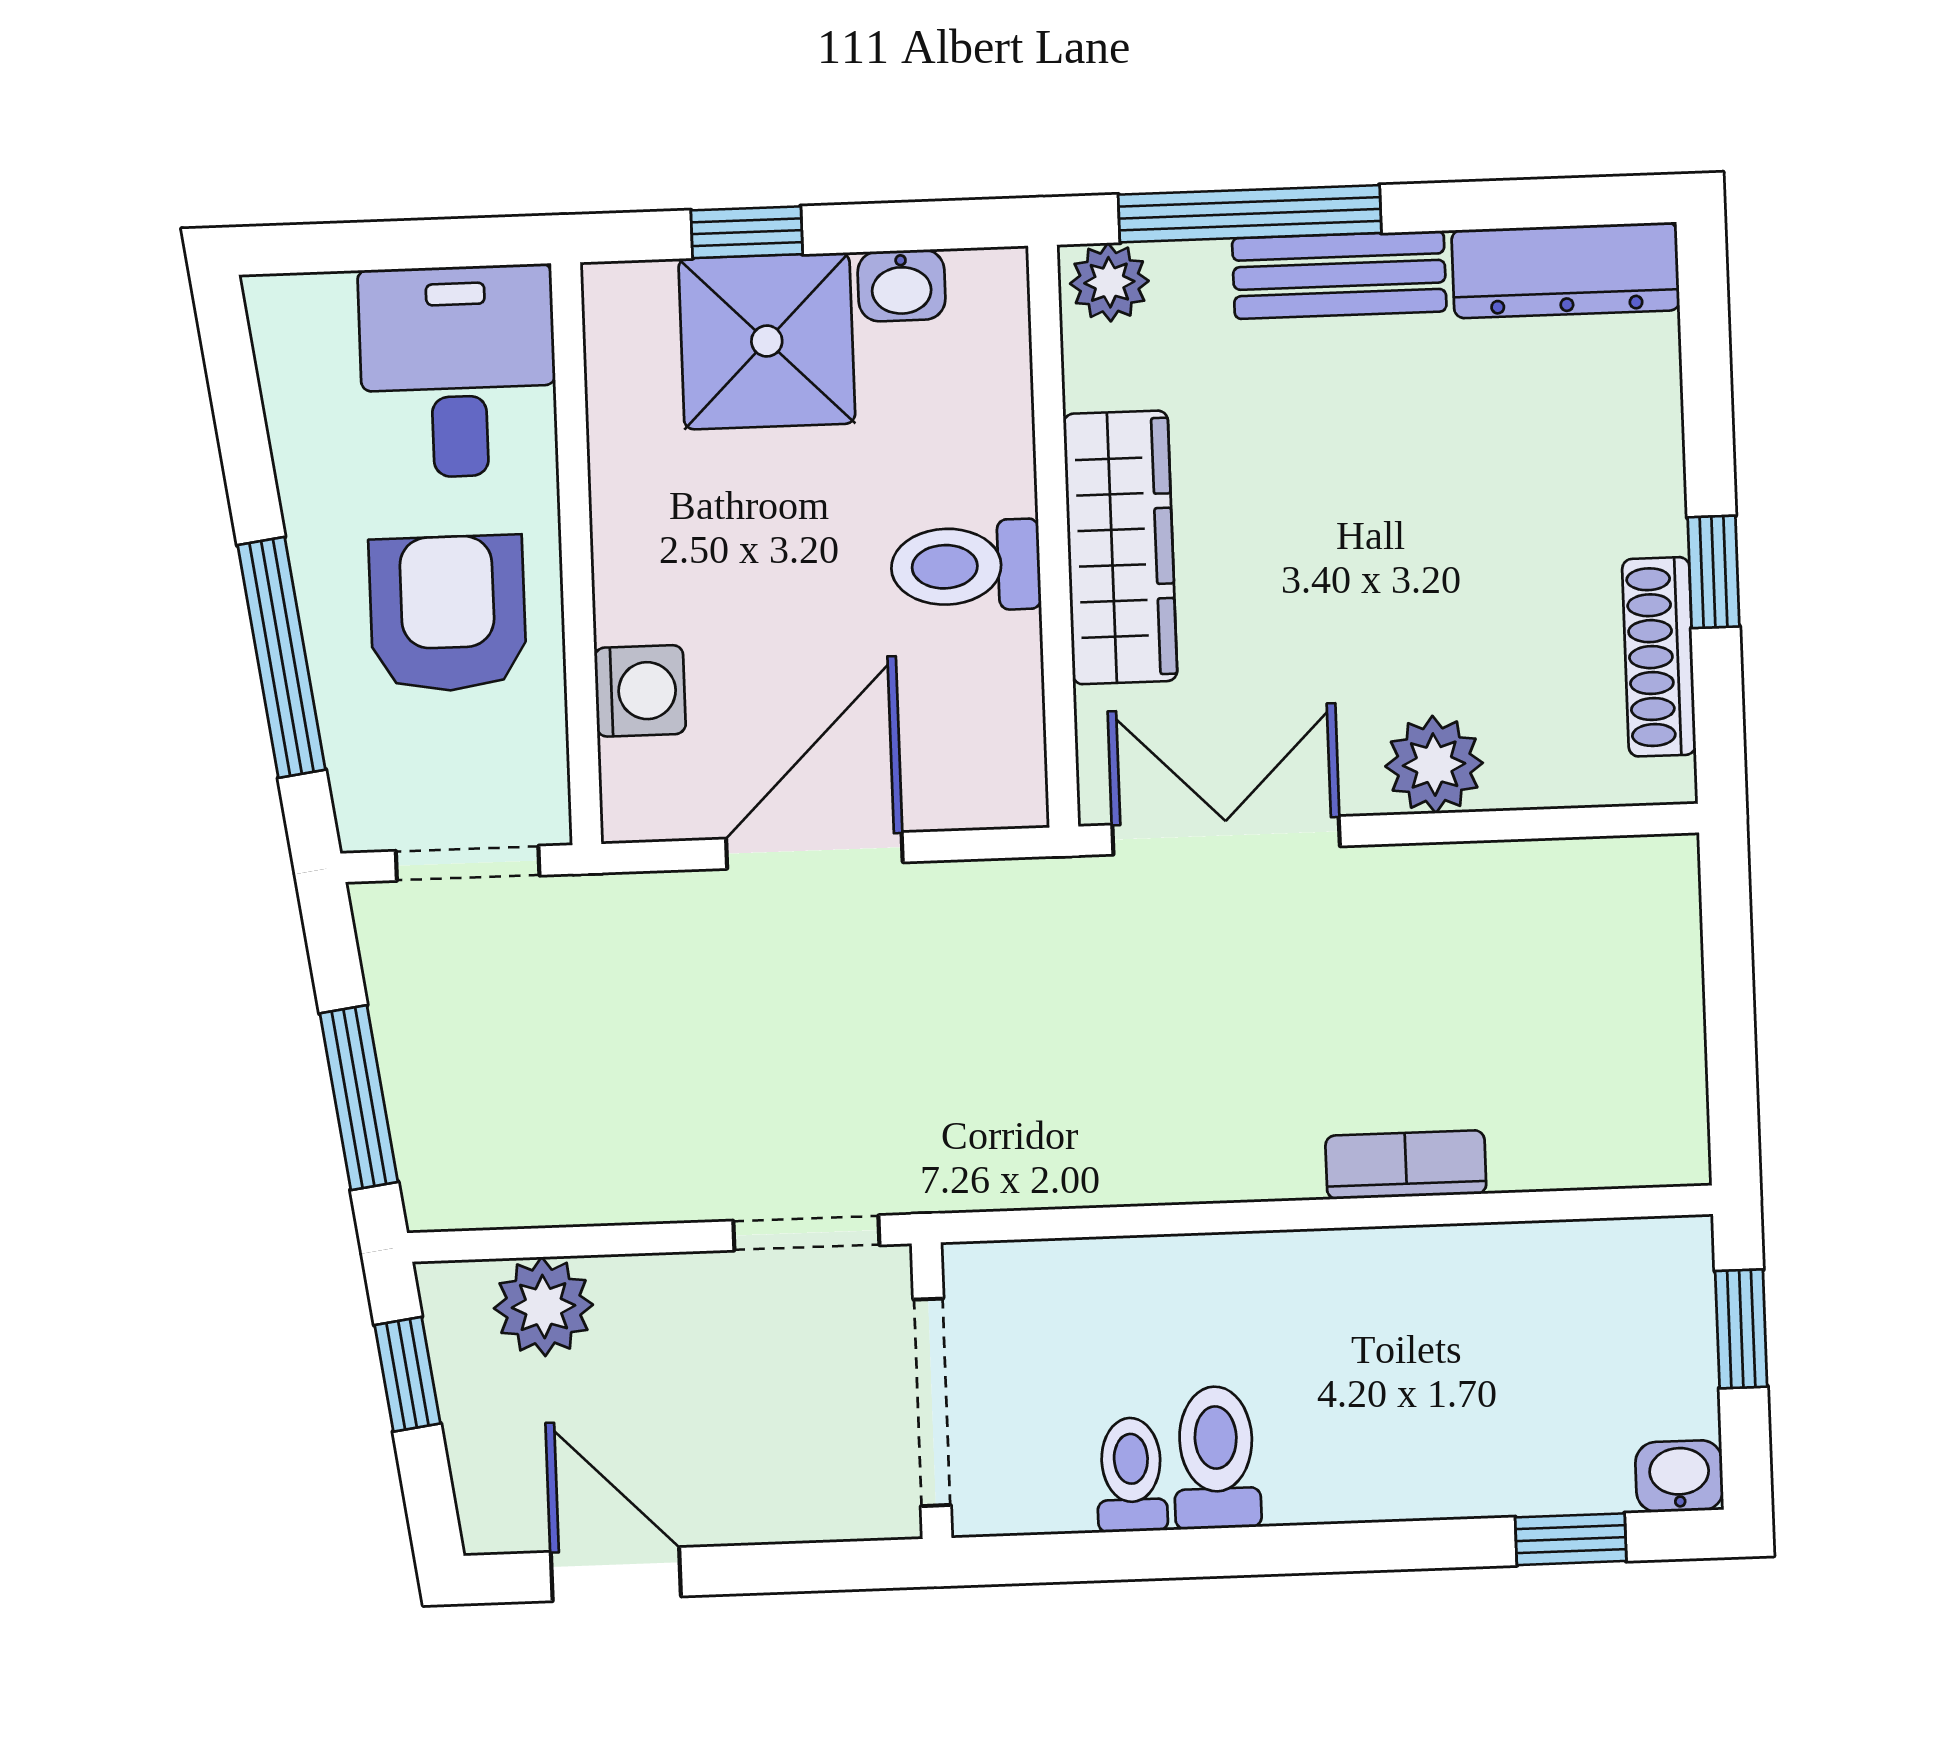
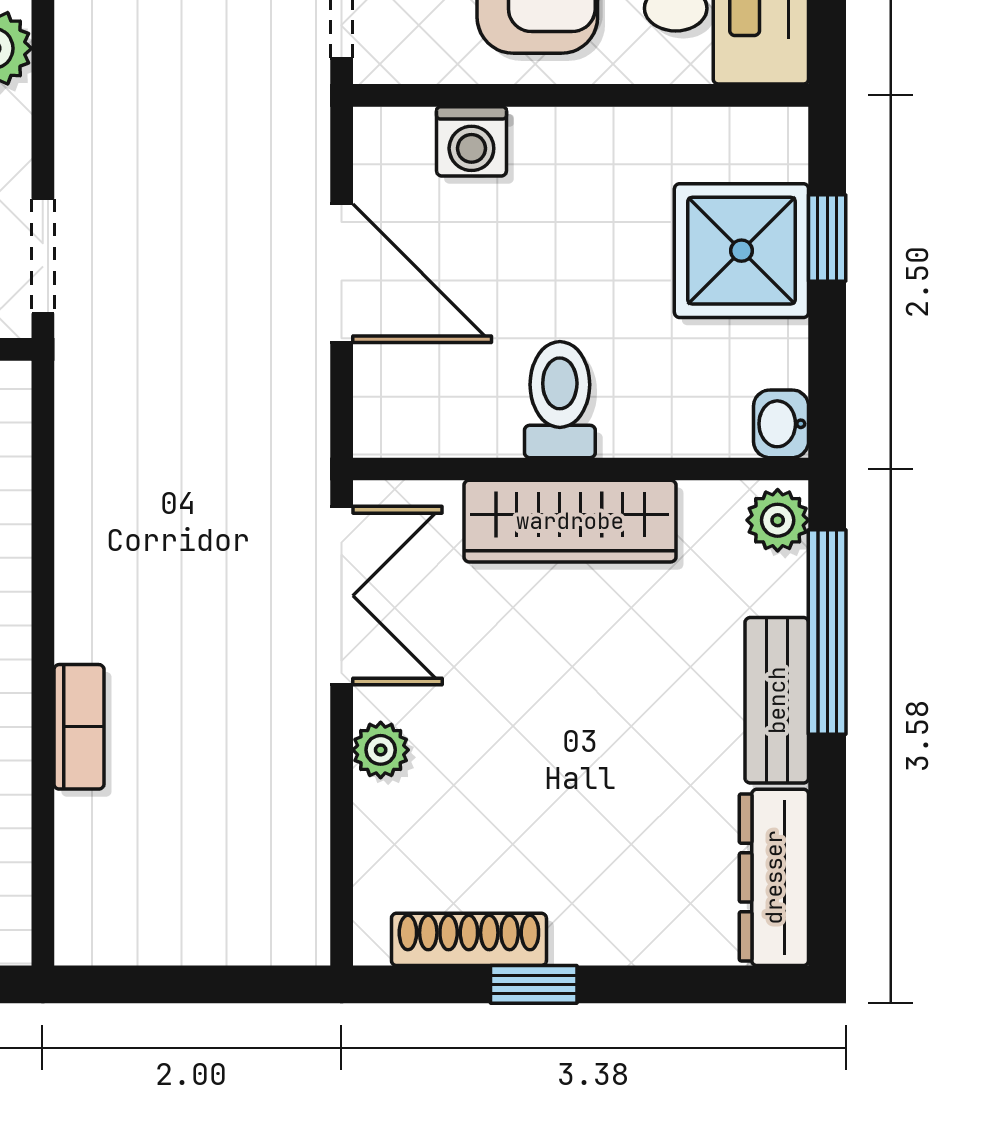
washbasin: (901, 286) -> (781, 424), moved
plant: (1434, 765) -> (381, 750), width x0.73, depth x0.73

